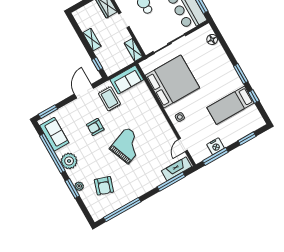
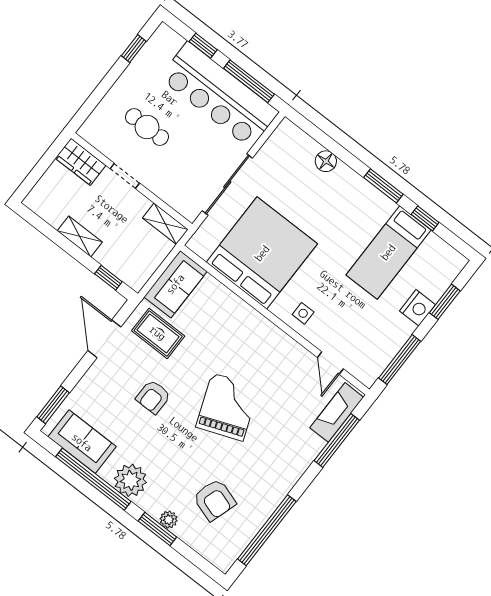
floor lamp: (212, 39) -> (326, 161), moved
nightstand: (216, 146) -> (418, 308), moved

